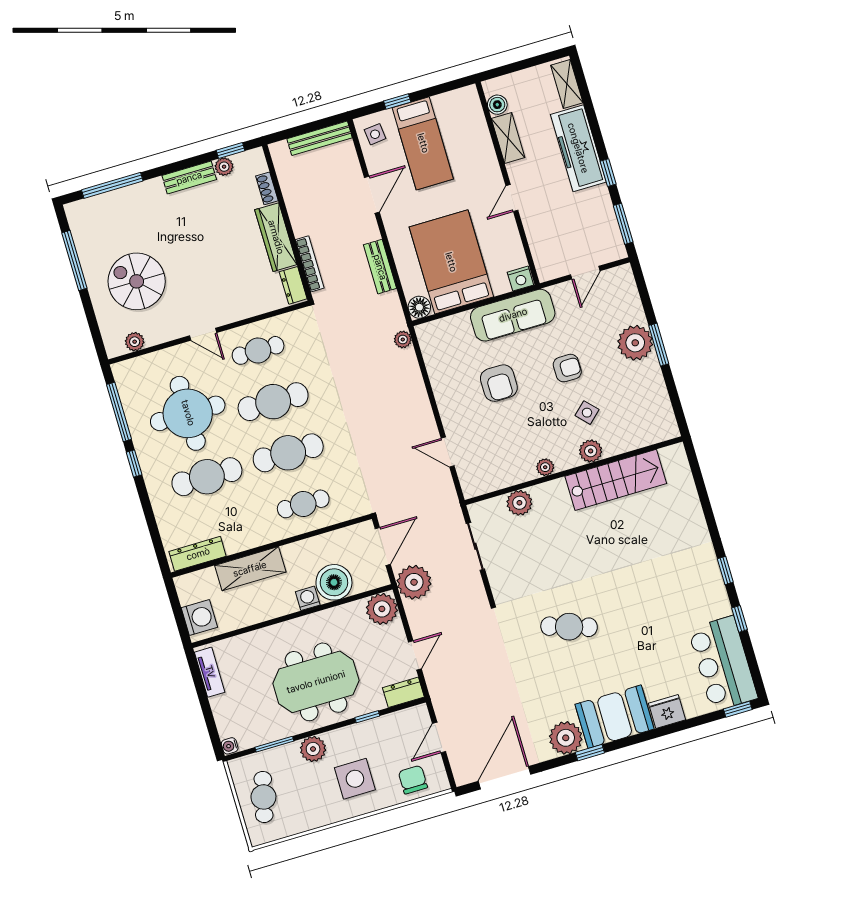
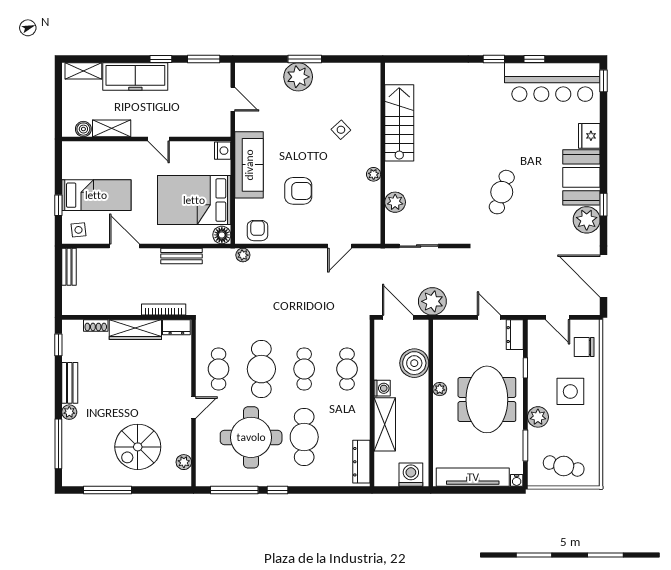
bench: (320, 138) -> (69, 267), width x0.73
plant: (224, 167) -> (69, 412), moved
armchair: (567, 368) -> (258, 231), moved
plant: (591, 451) -> (371, 136), removed
cafe table: (288, 453) -> (304, 369), width x0.73, depth x0.74
washing machine: (308, 598) -> (382, 388), moved, turned 180
plant: (382, 609) -> (440, 389), moved, width x0.53, depth x0.53
bar counter: (723, 664) -> (552, 82), width x1.36
tv unit: (210, 672) -> (473, 477), width x1.92, depth x1.29

